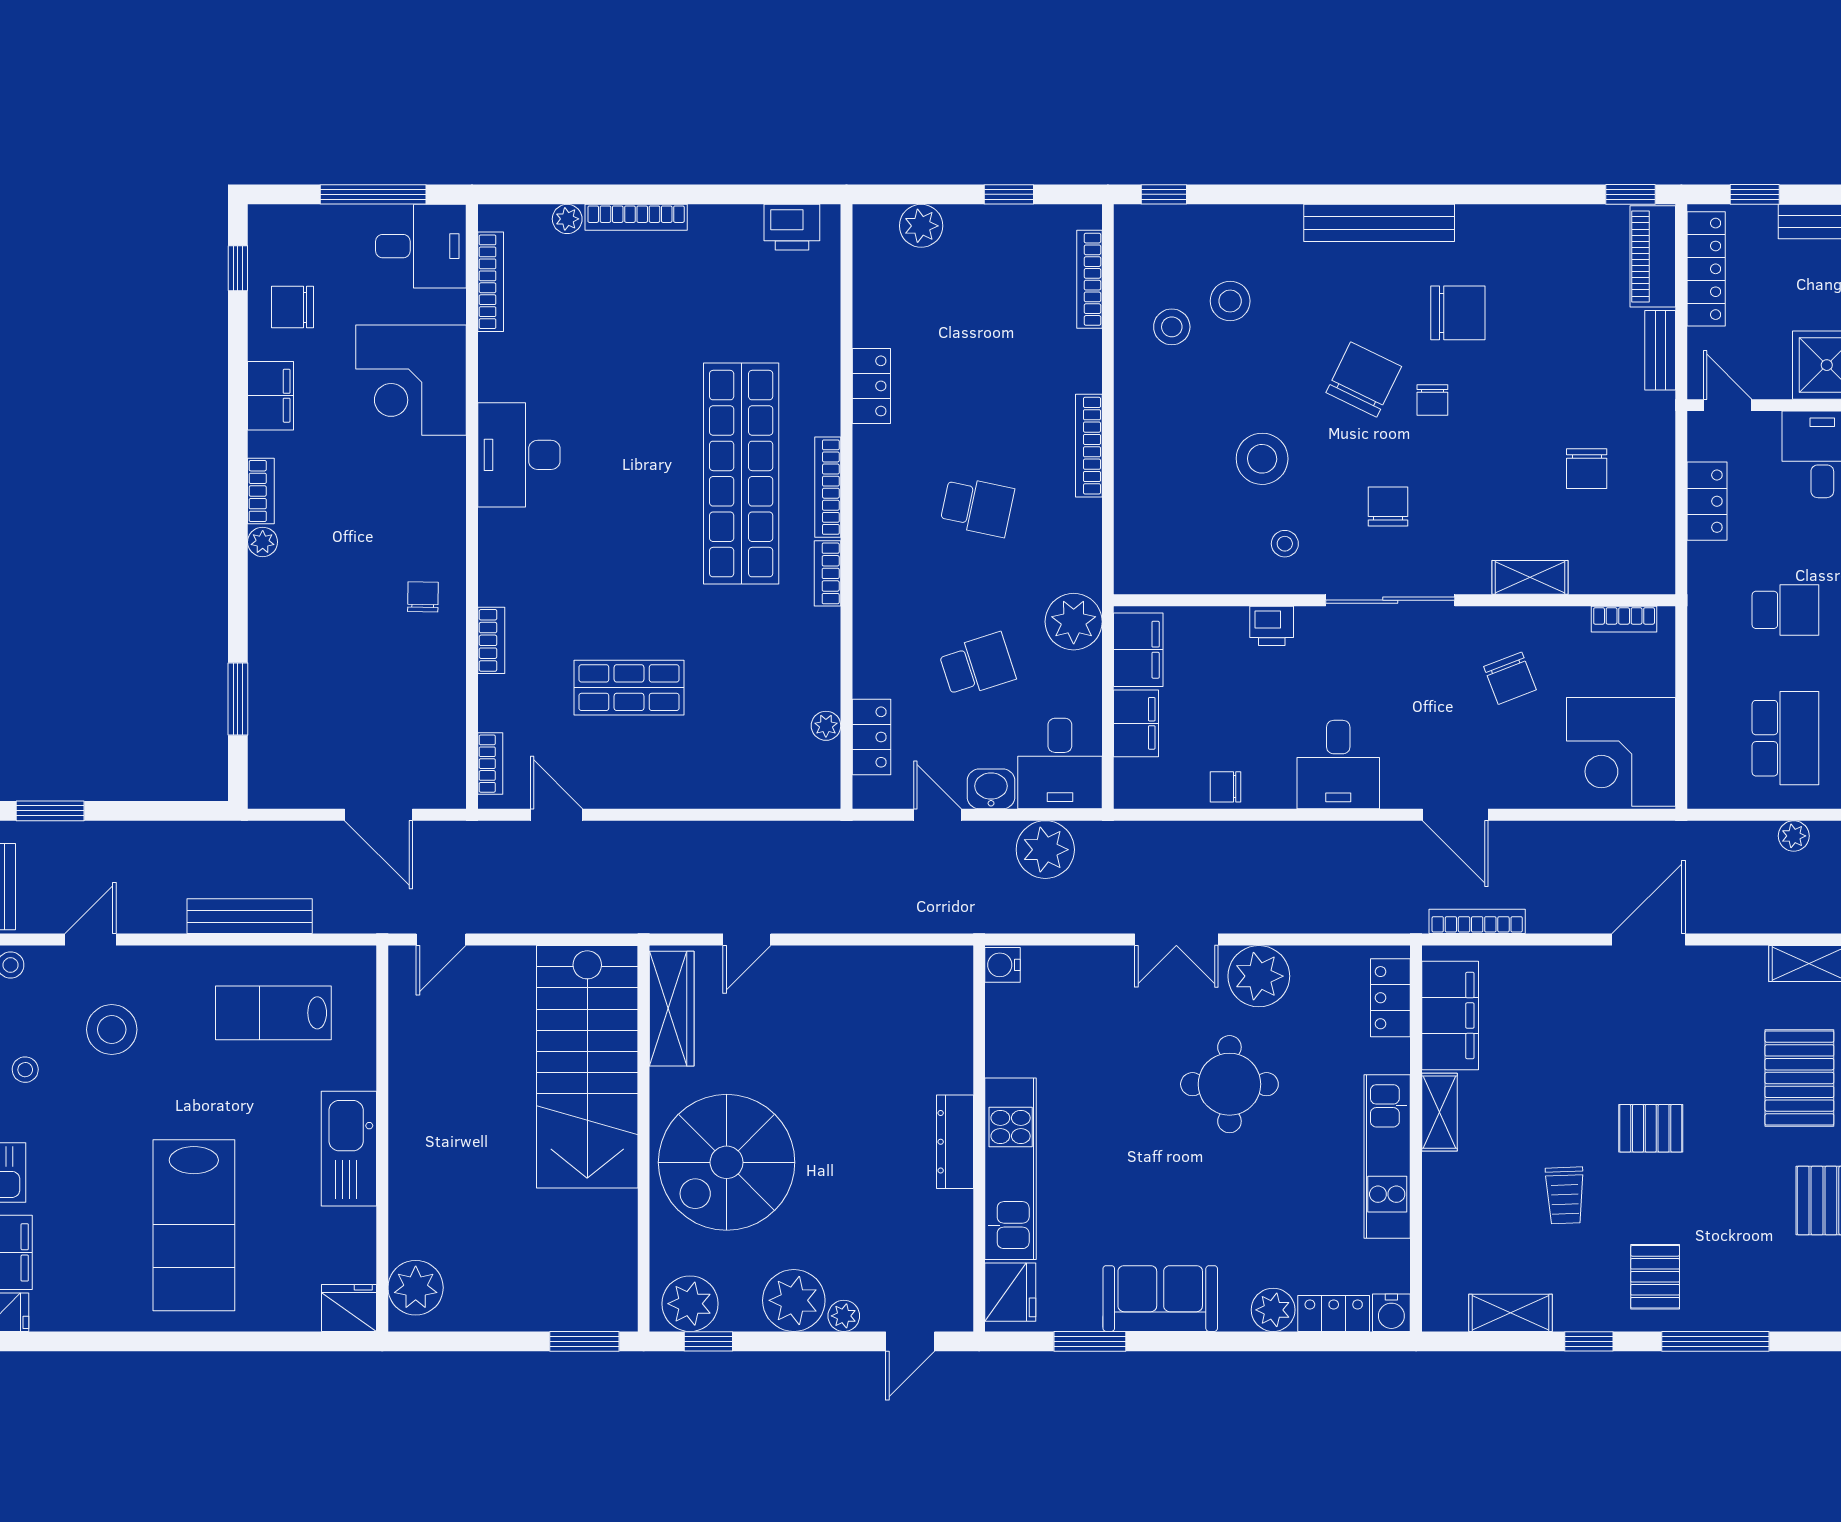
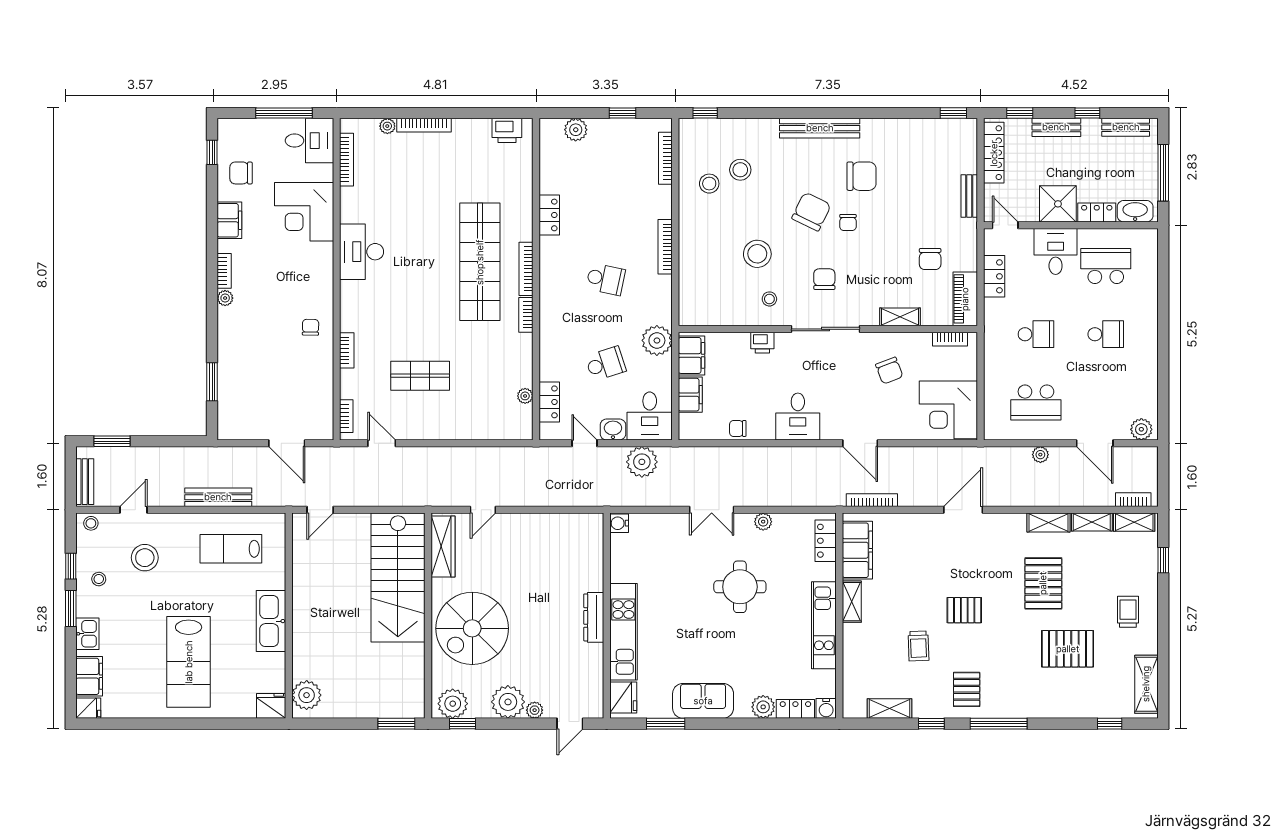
piano: (1653, 256) -> (965, 299), moved
school desk: (1785, 738) -> (1036, 403), turned 90
plant: (1259, 976) -> (763, 522), width x0.53, depth x0.53

